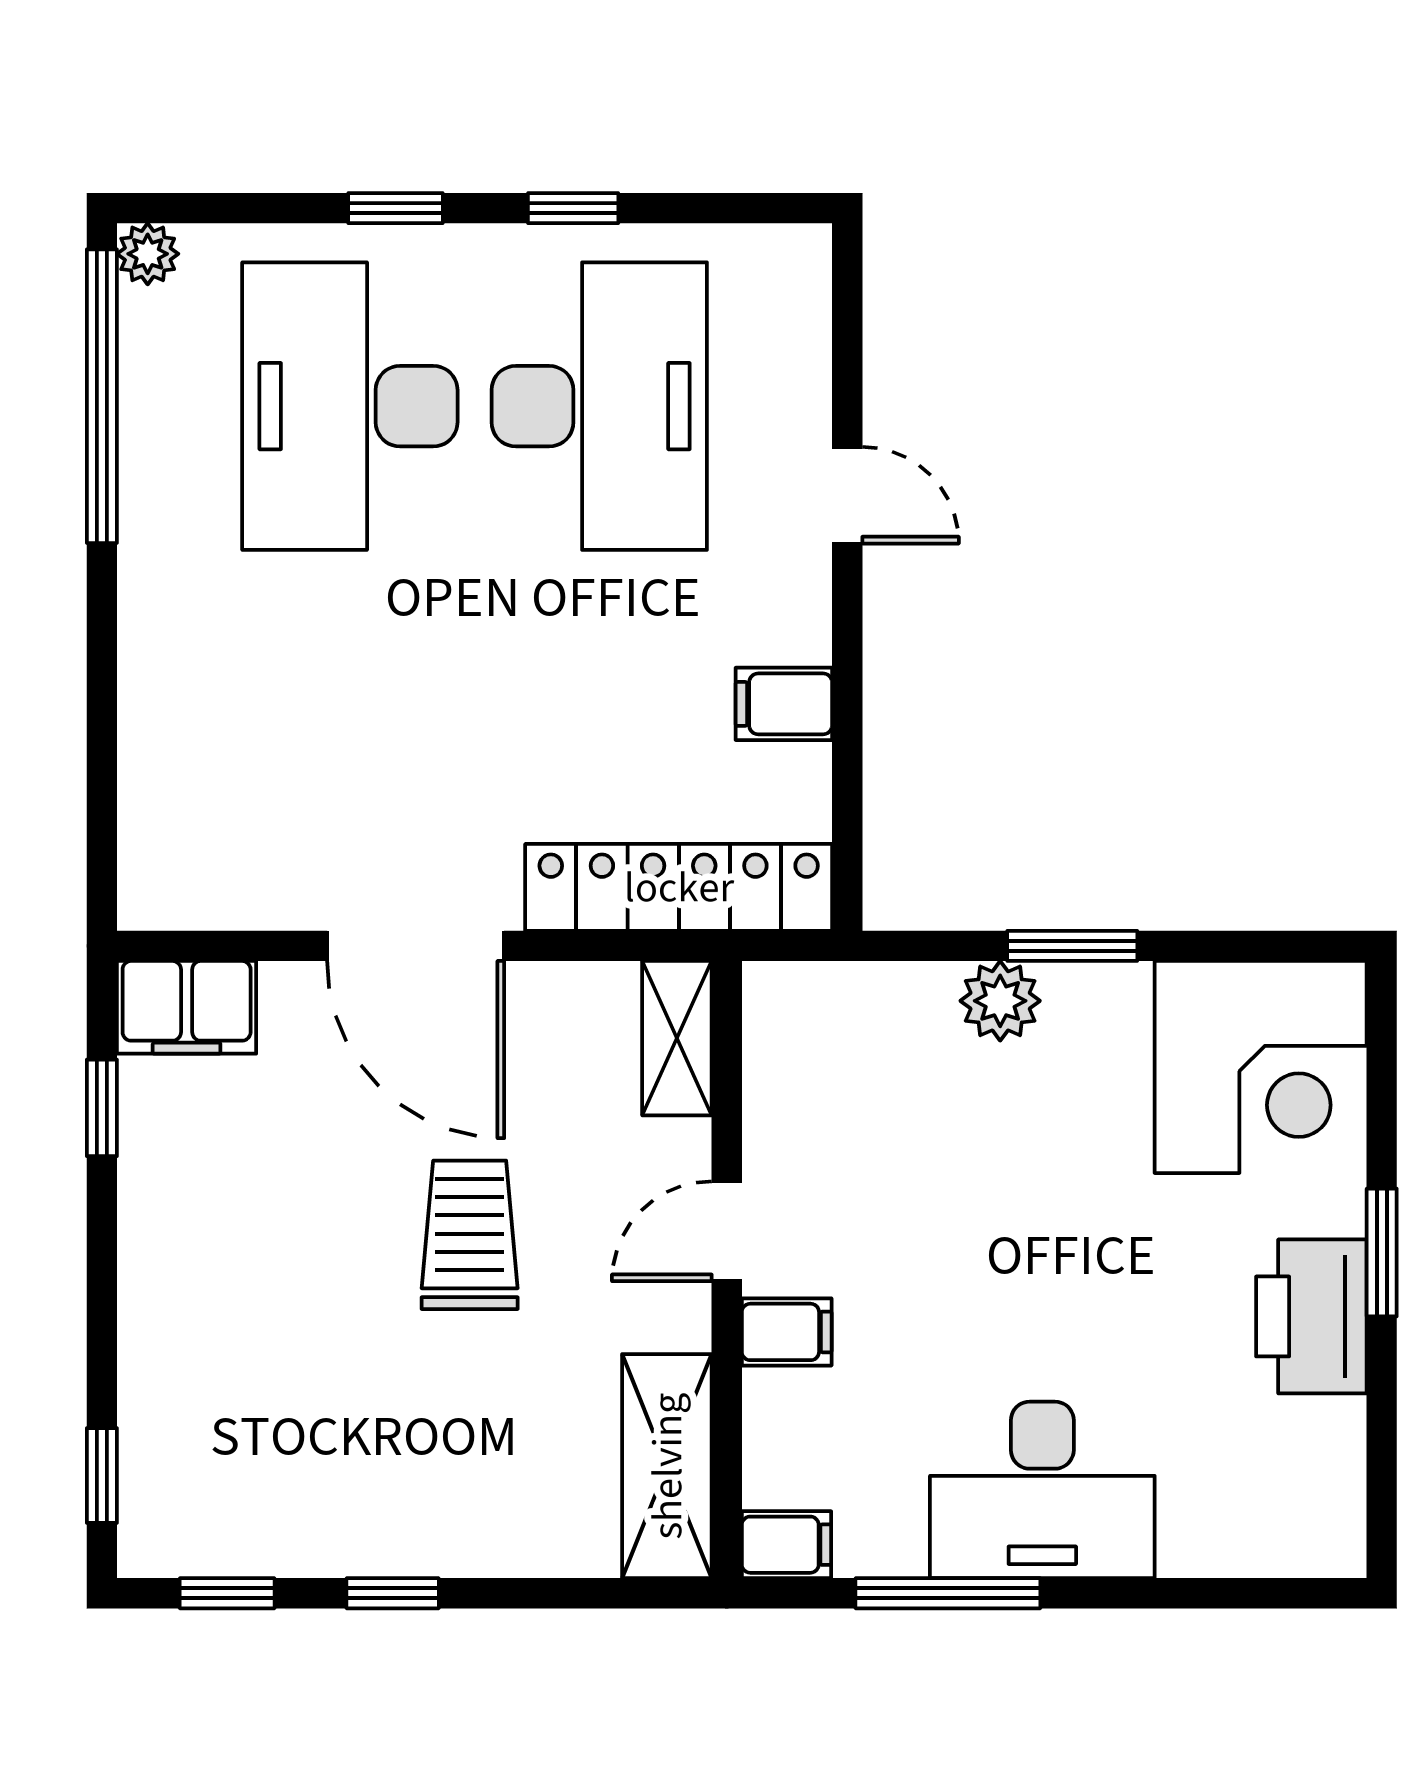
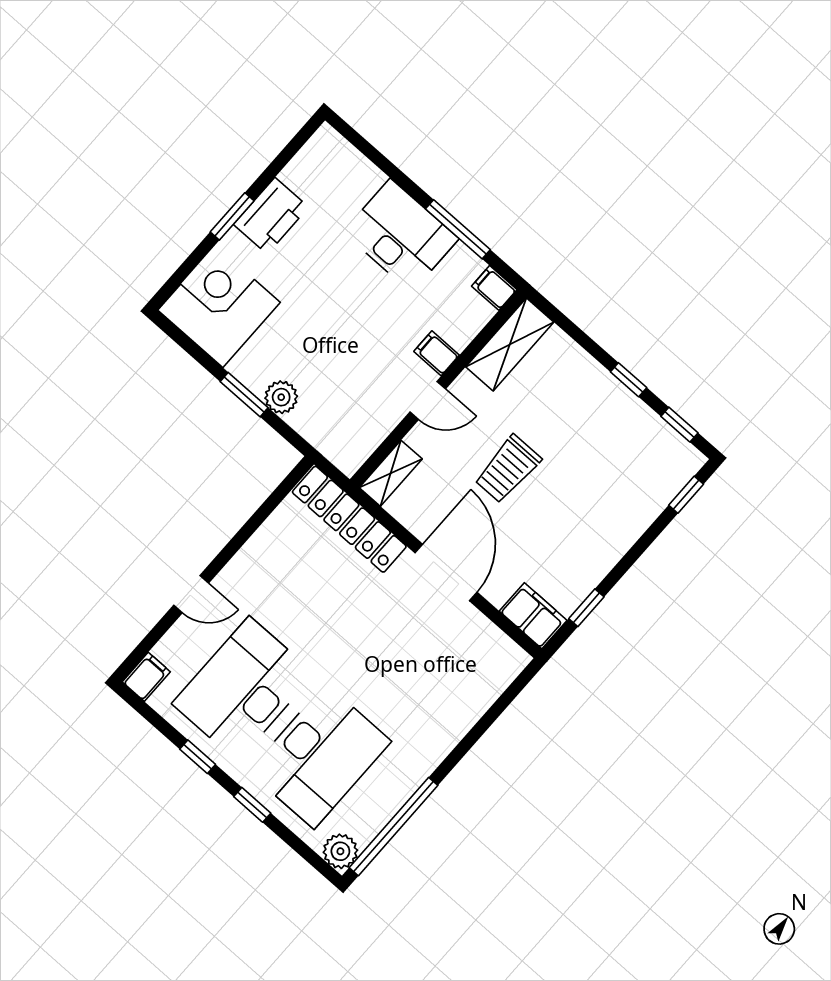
plant: (148, 254) -> (340, 851), width x1.38, depth x1.38
door: (847, 495) -> (191, 594), swing flipped
filing cabinet: (784, 704) -> (146, 677), moved, turned -90

